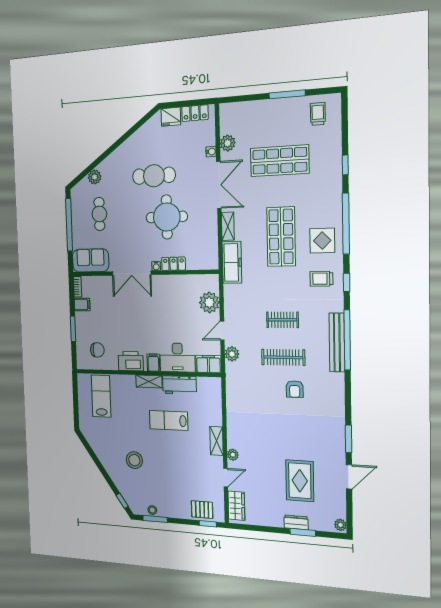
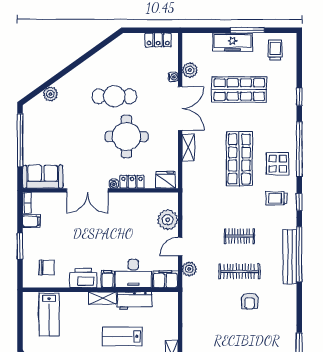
fridge: (171, 117) -> (165, 180), moved, turned 180
cafe table: (99, 214) -> (54, 131), removed
freezer: (232, 262) -> (233, 42), moved, turned 90
lab bench: (101, 396) -> (49, 315), turned 180

